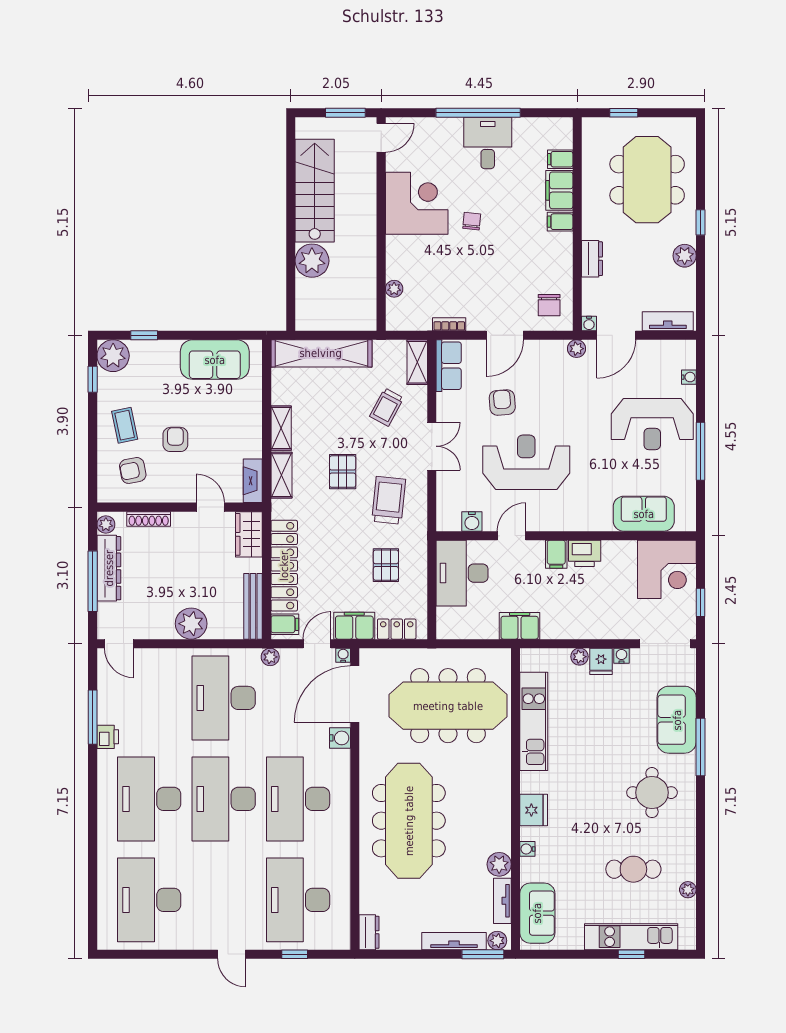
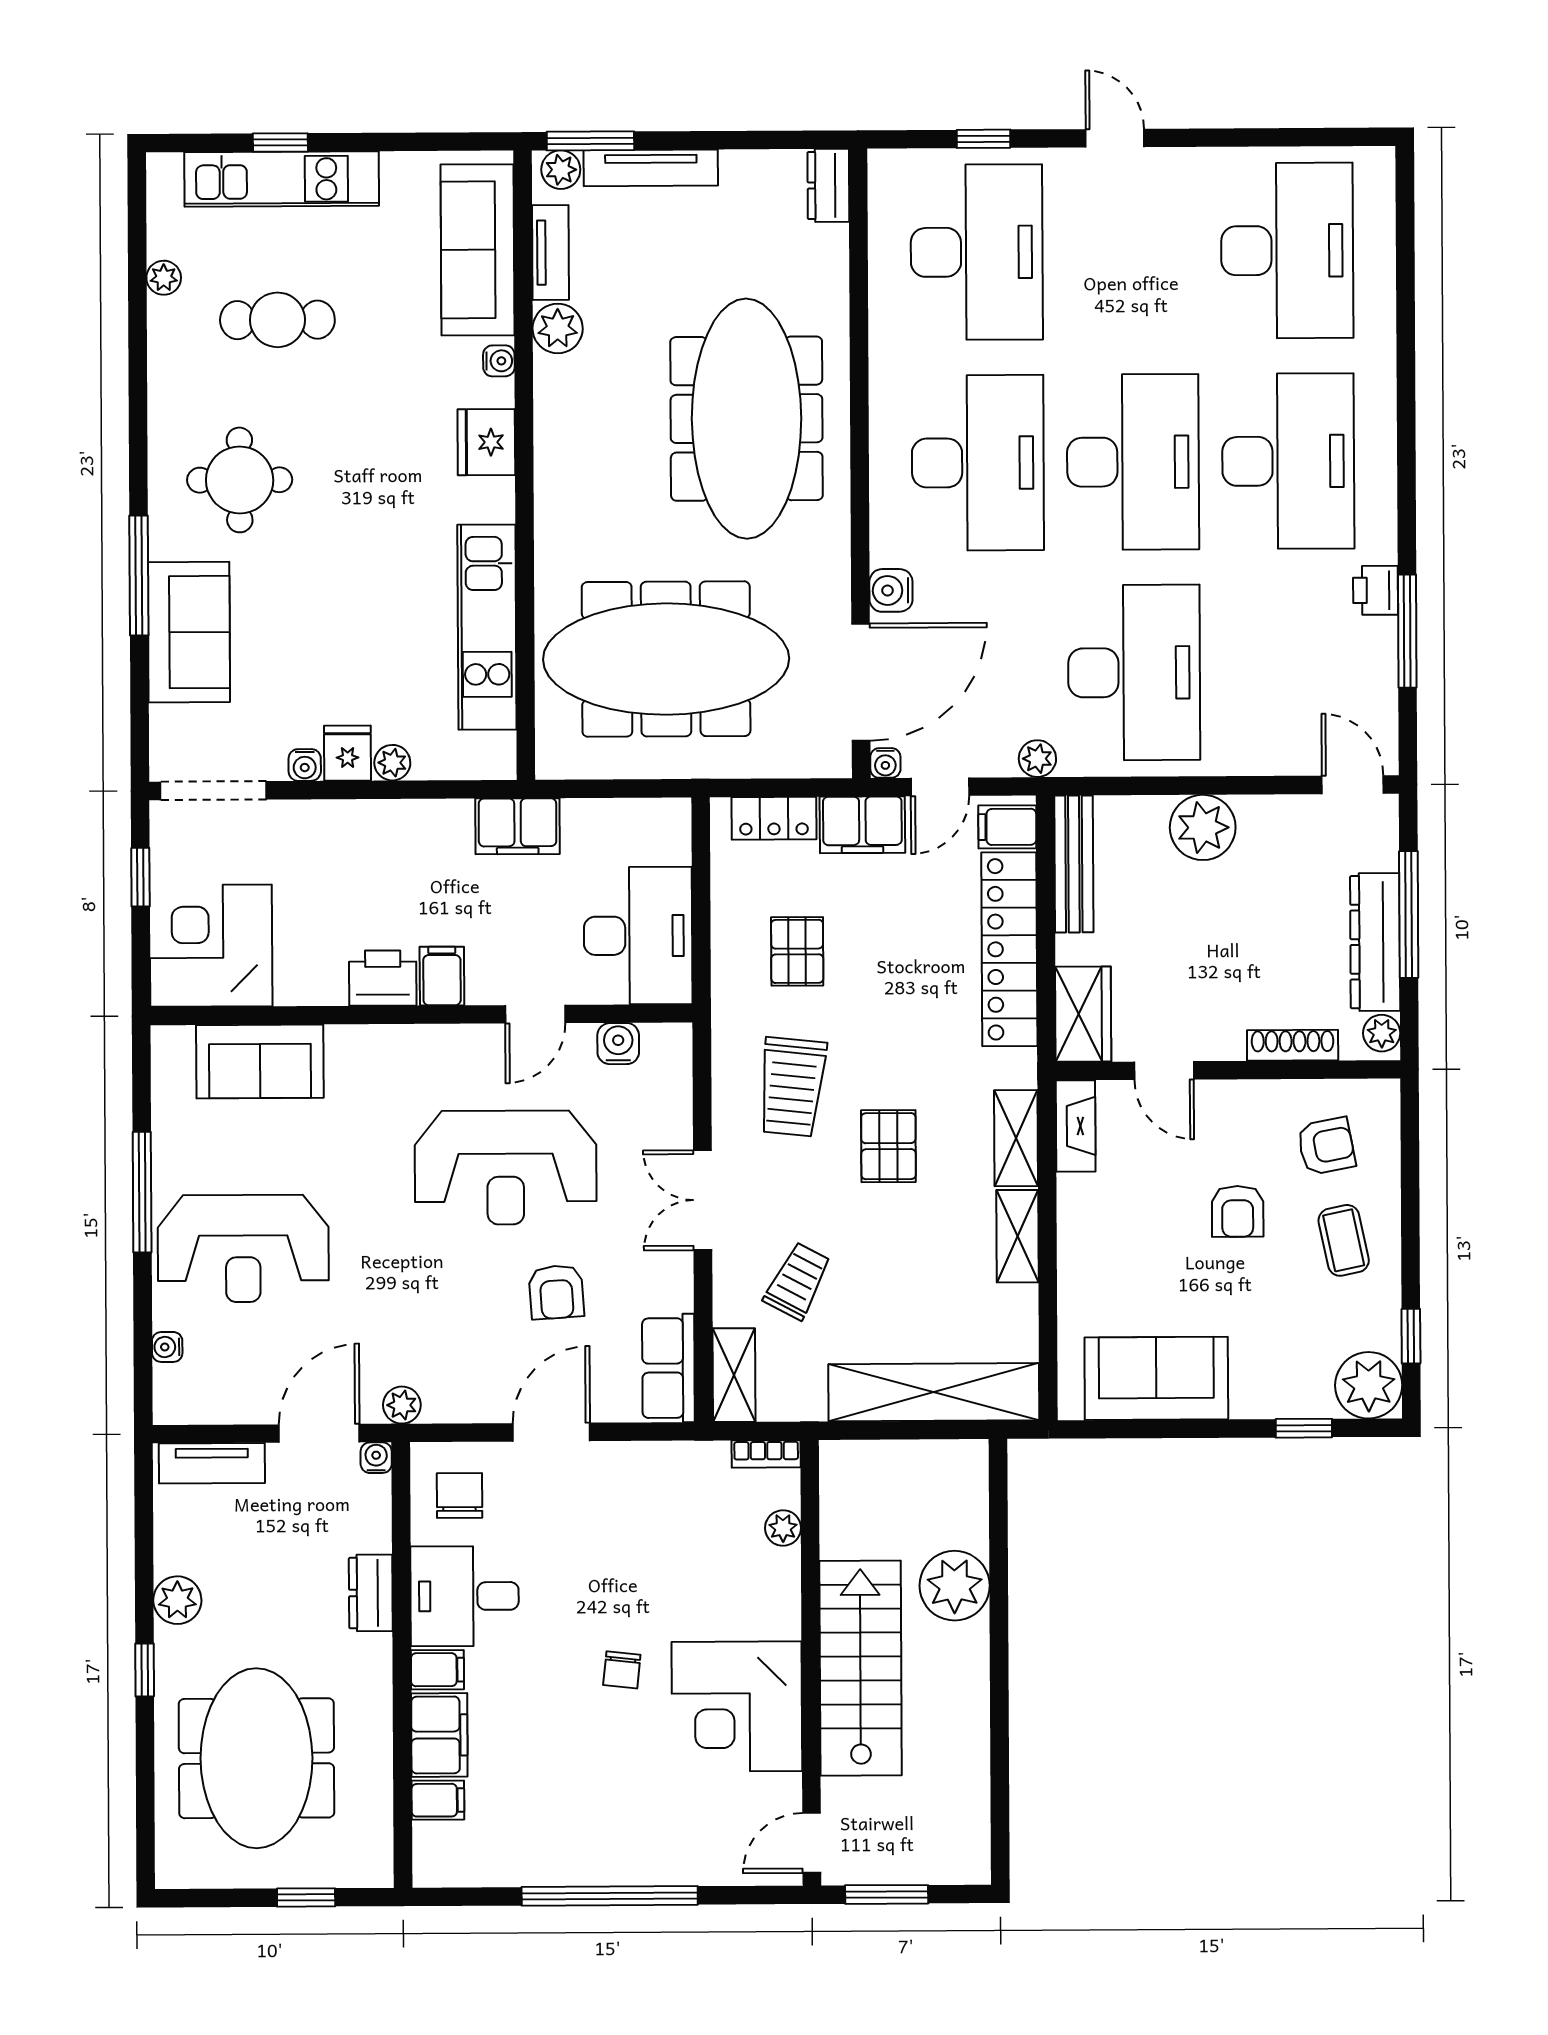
desk: (488, 143) -> (465, 1596), moved, turned 90
stairs: (315, 191) -> (861, 1668), moved, turned 180
bookcase: (449, 324) -> (766, 1454), moved
reception desk: (652, 424) -> (243, 1249), turned 180
sofa: (537, 913) -> (478, 250), width x1.36

